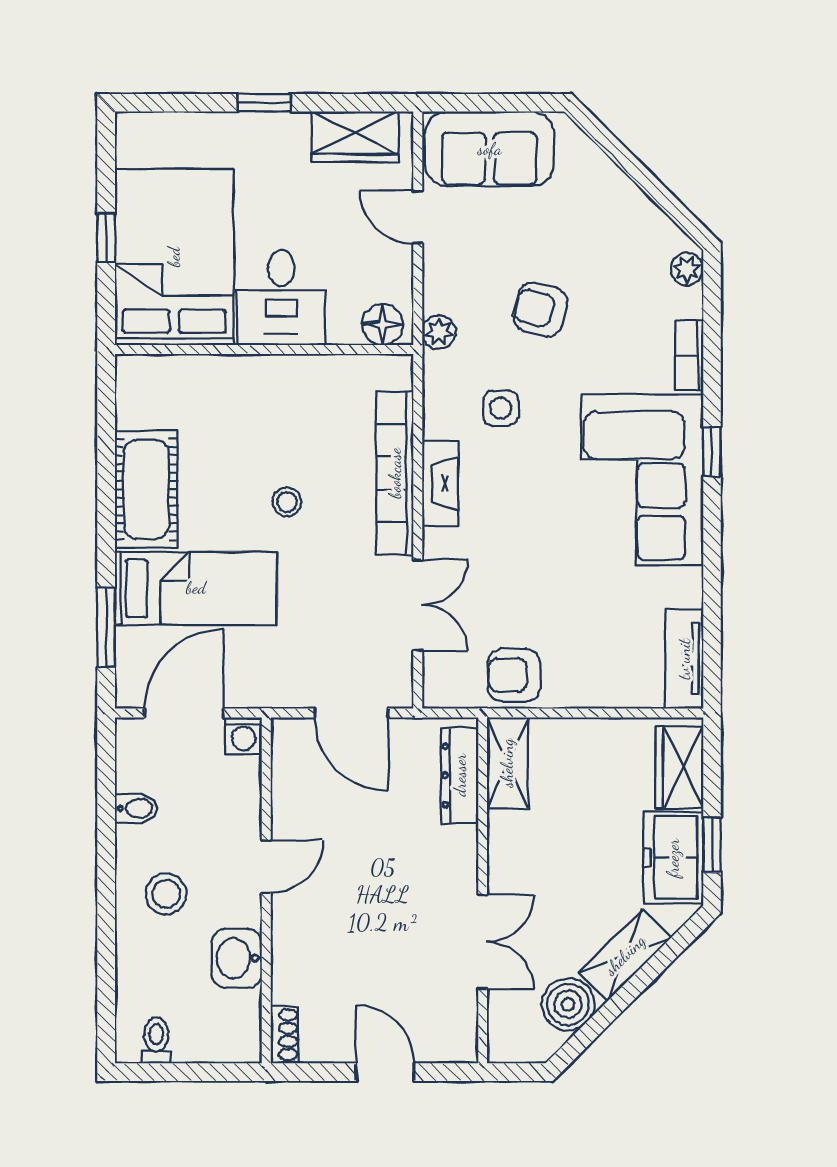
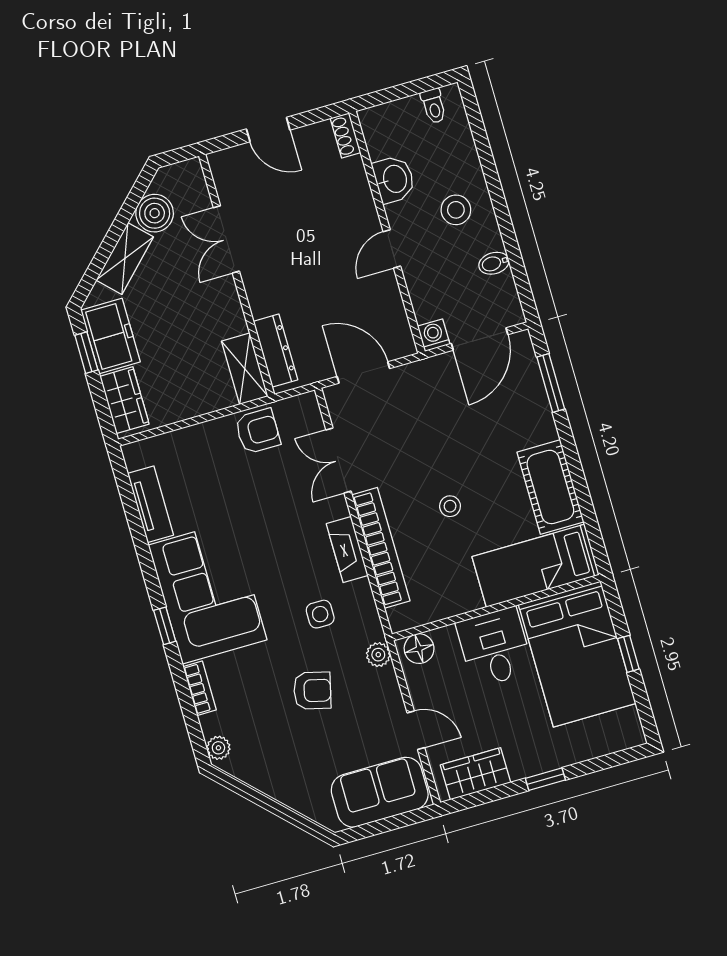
bed: (196, 588) -> (536, 566), moved
tv unit: (684, 659) -> (151, 504), moved

